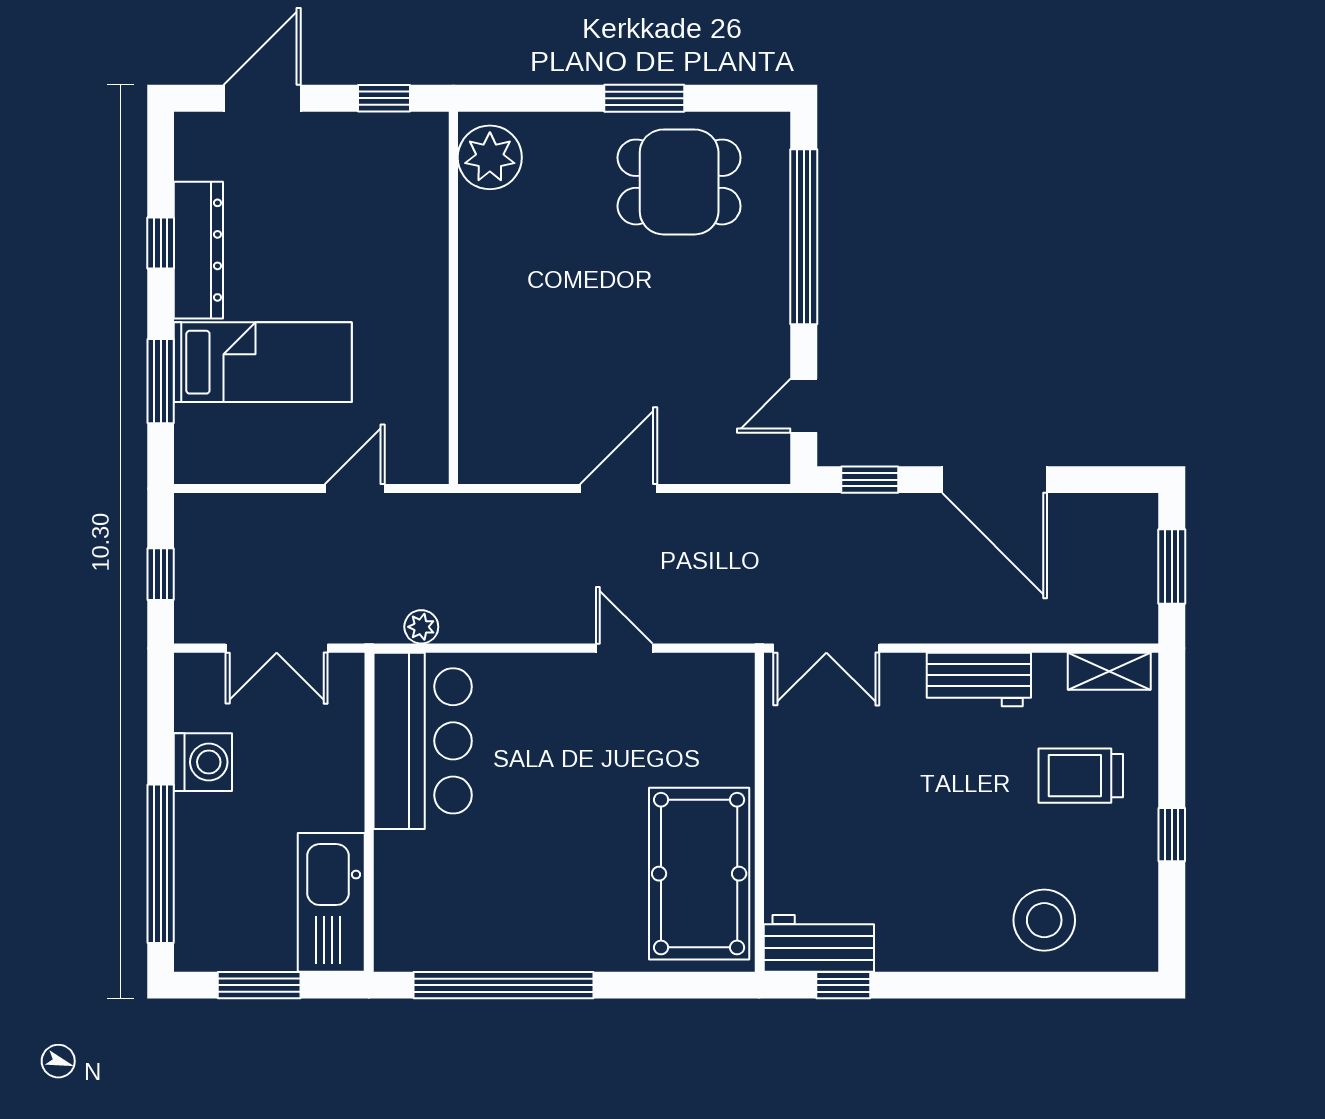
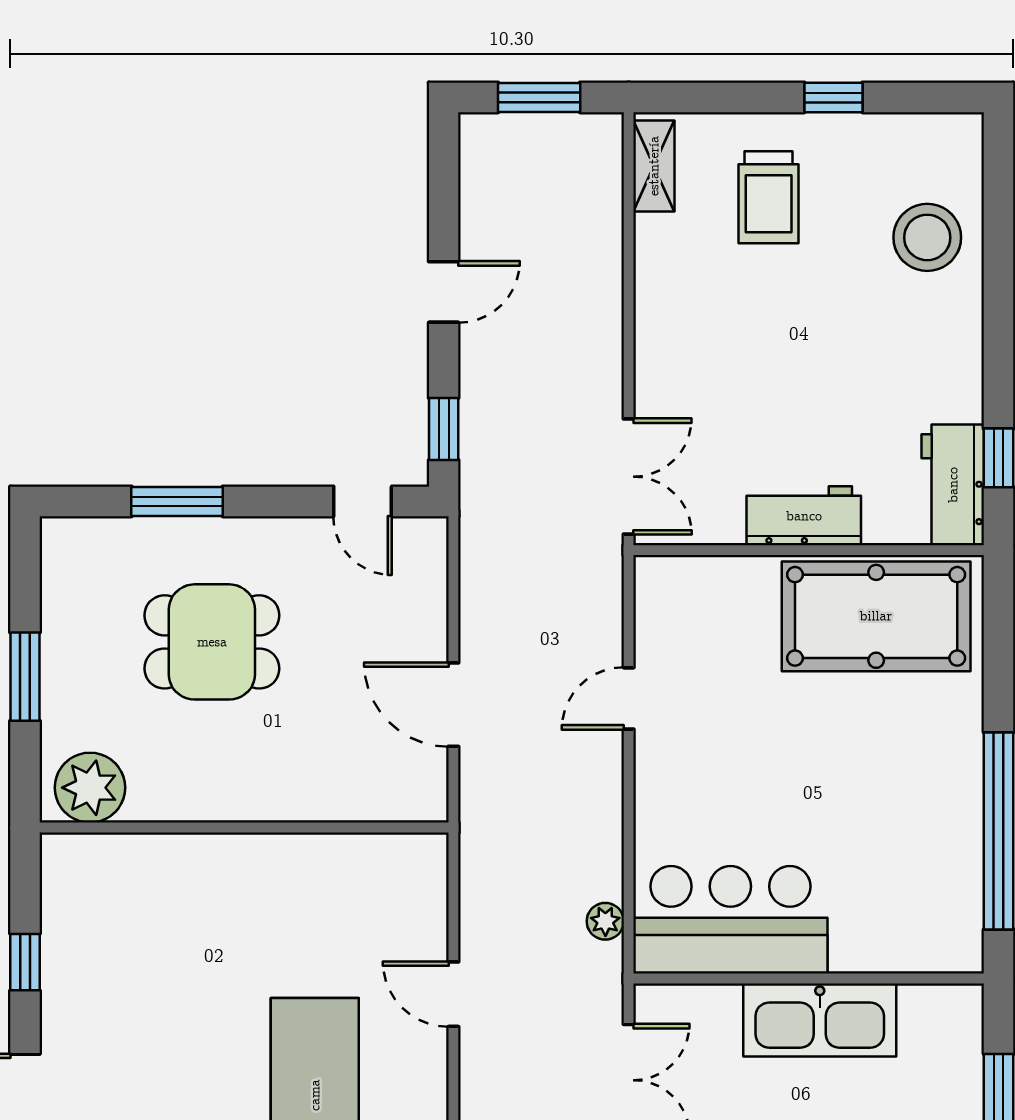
plant: (490, 157) -> (90, 788), moved
dining table: (679, 182) -> (212, 642), moved, turned 90
window: (804, 237) -> (177, 501), width x0.47
wall: (453, 298) -> (244, 828), moved
door: (995, 480) -> (444, 292), width x0.53
workbench: (979, 679) -> (804, 516), moved, turned -90
kitchen sink: (331, 902) -> (820, 1020), moved

